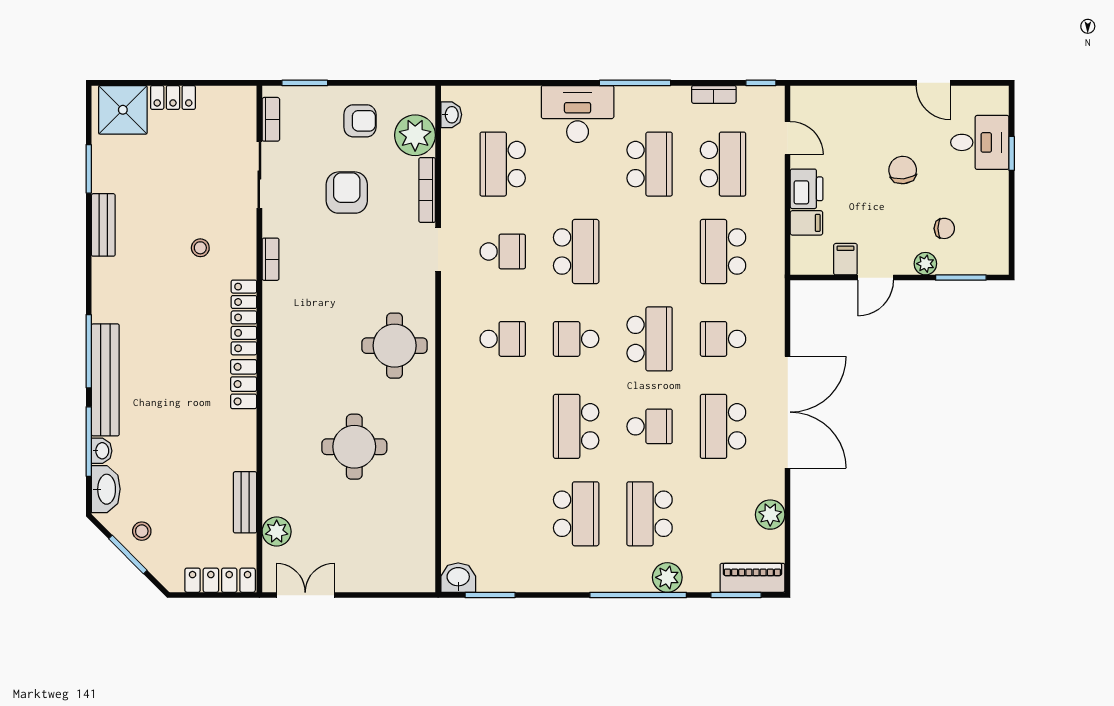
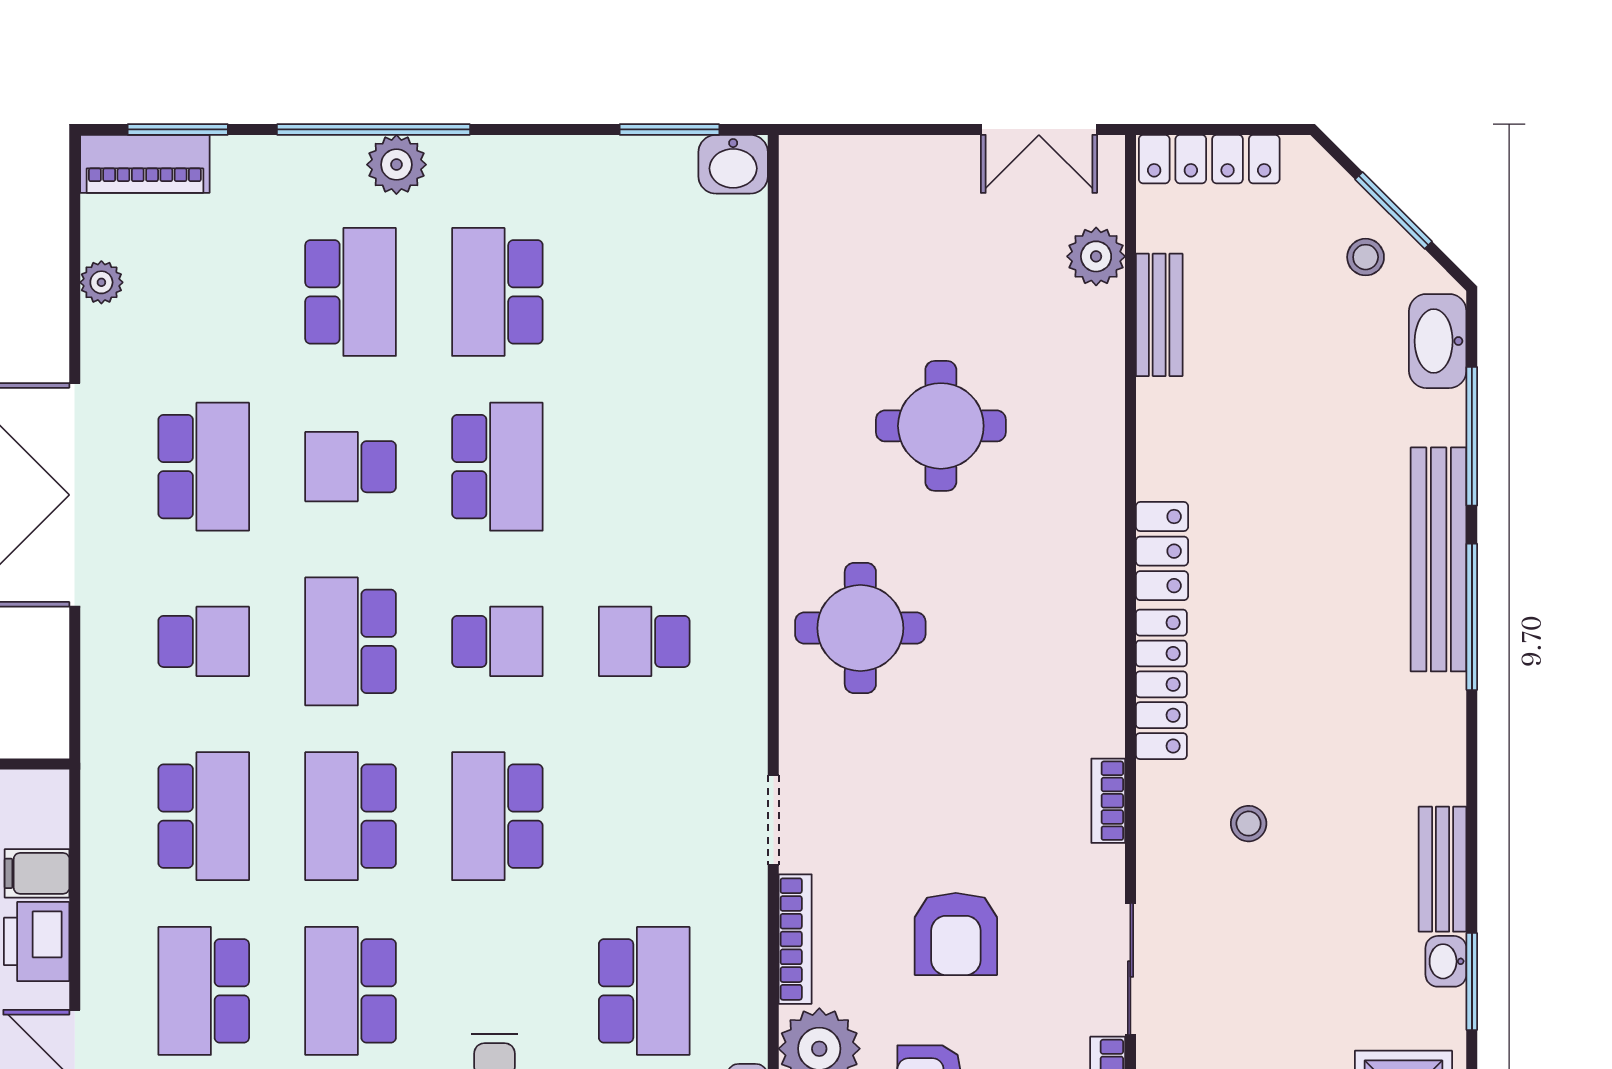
school desk: (503, 251) -> (351, 816), moved, width x1.85
washbasin: (102, 451) -> (1446, 961), moved
plant: (770, 515) -> (101, 282), width x0.73, depth x0.73
plant: (667, 577) -> (396, 165), moved

